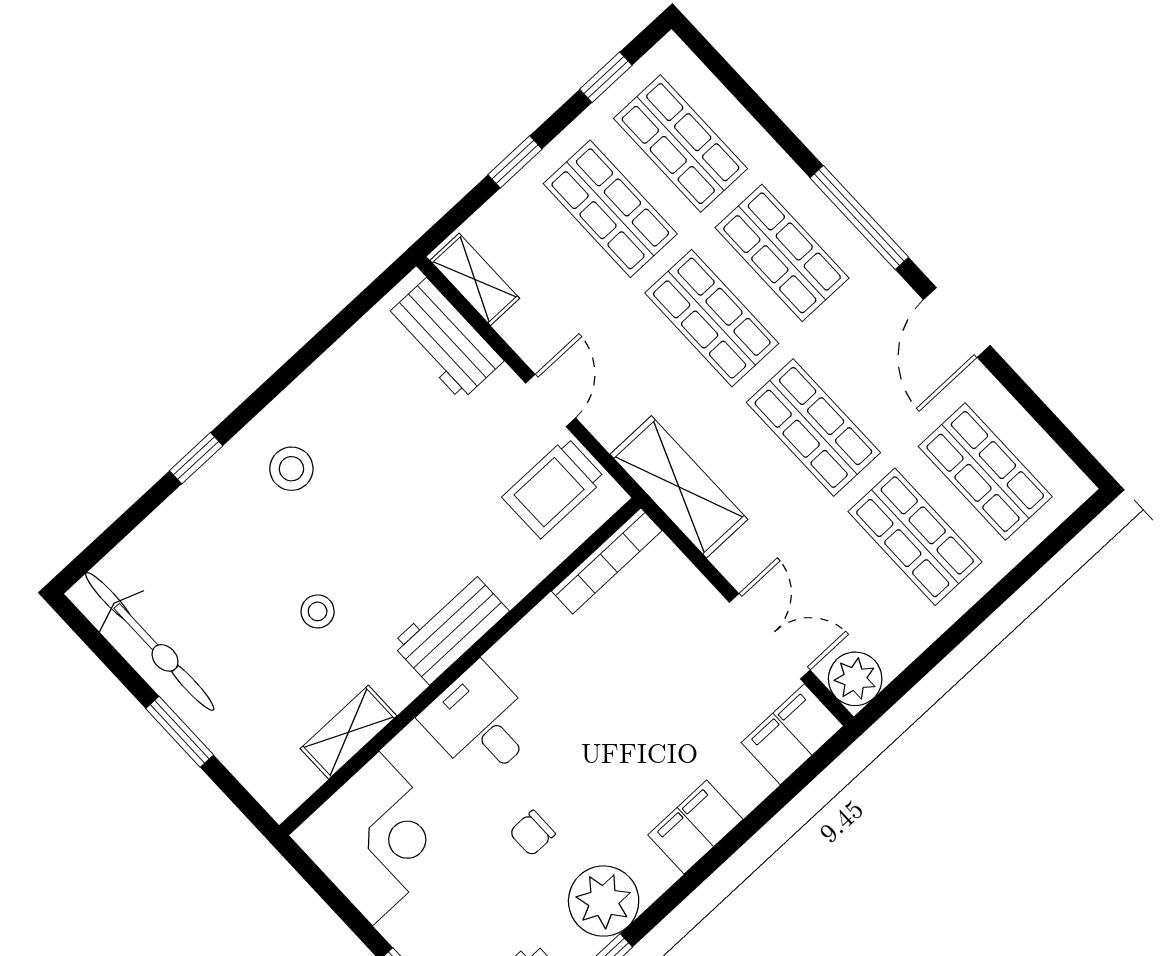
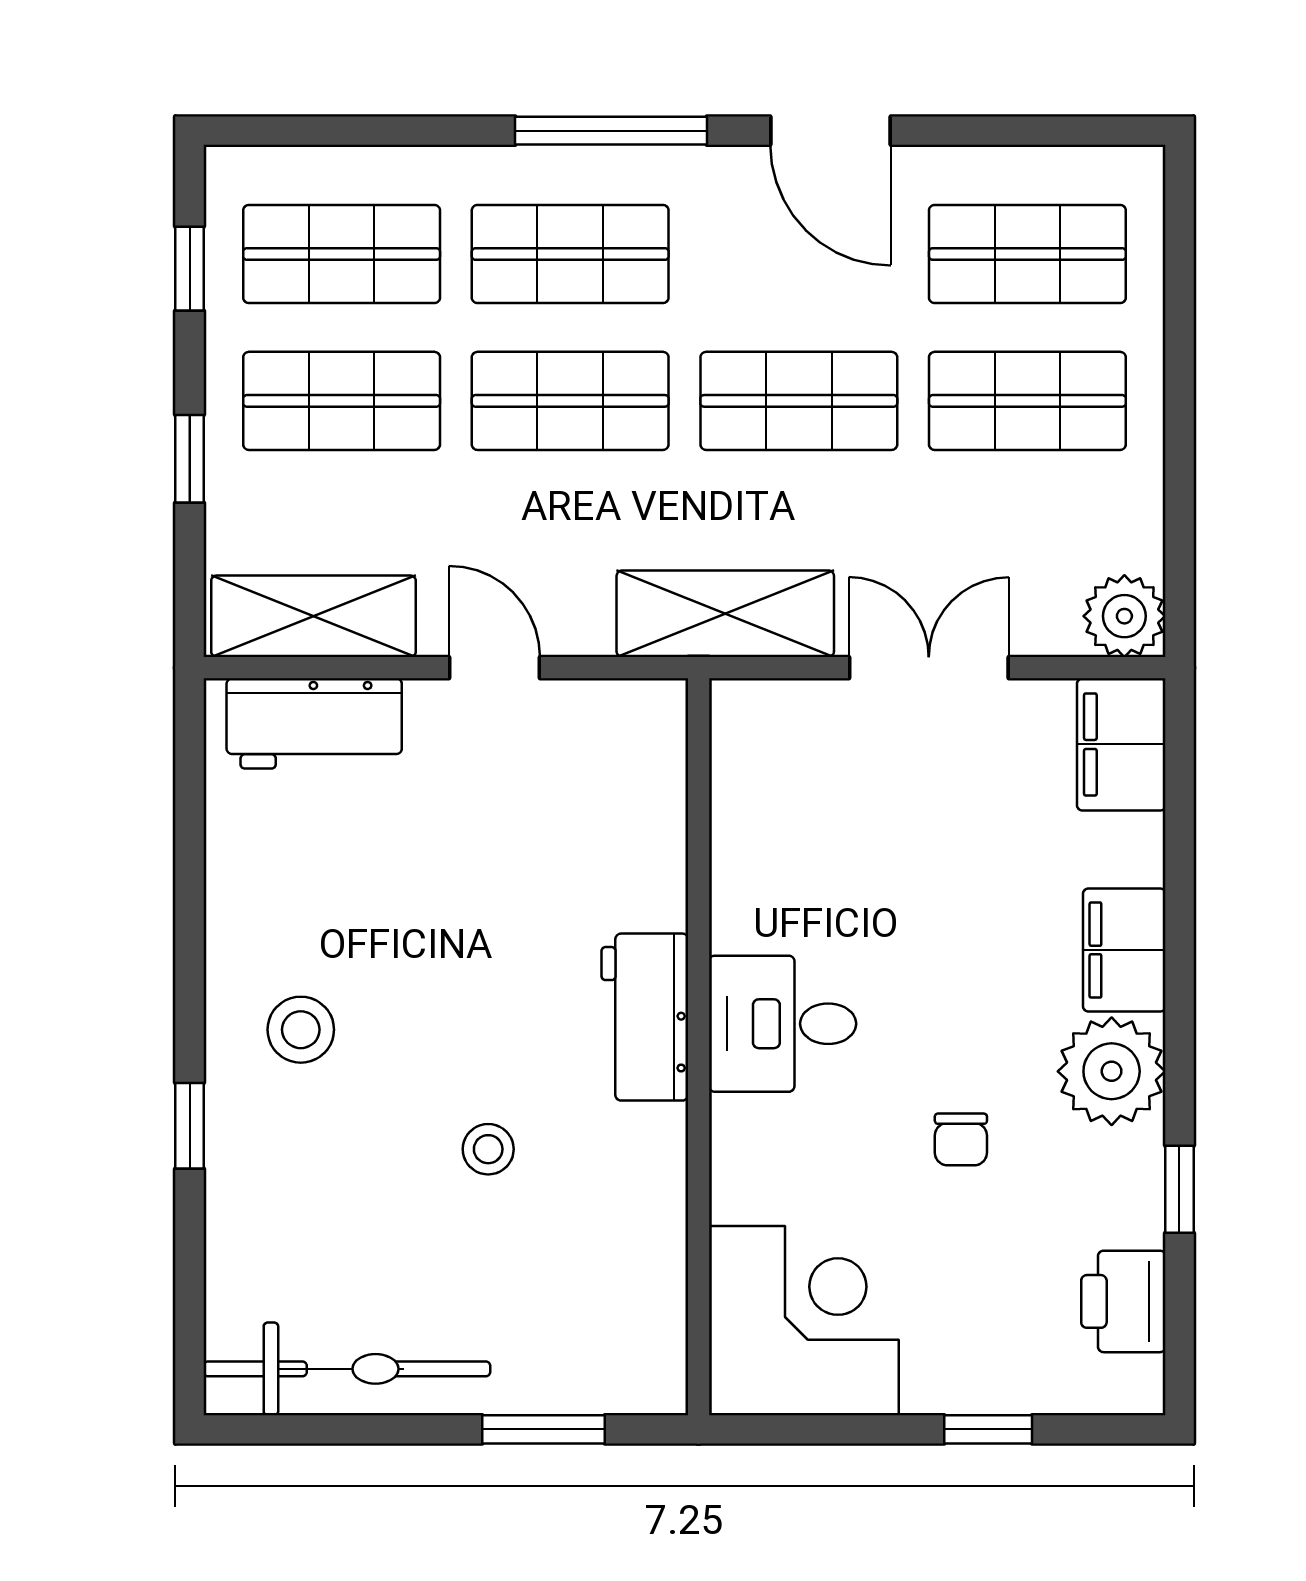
shelving: (475, 279) -> (314, 616), width x1.50, depth x1.33
trolley: (554, 488) -> (596, 755), removed
bookcase: (607, 561) -> (733, 772), removed
double door: (770, 636) -> (929, 668), moved
desk: (480, 723) -> (783, 1024), moved
window: (180, 732) -> (543, 1429), moved
shelving: (348, 732) -> (656, 1241), removed
plant: (604, 901) -> (1112, 1071), moved

